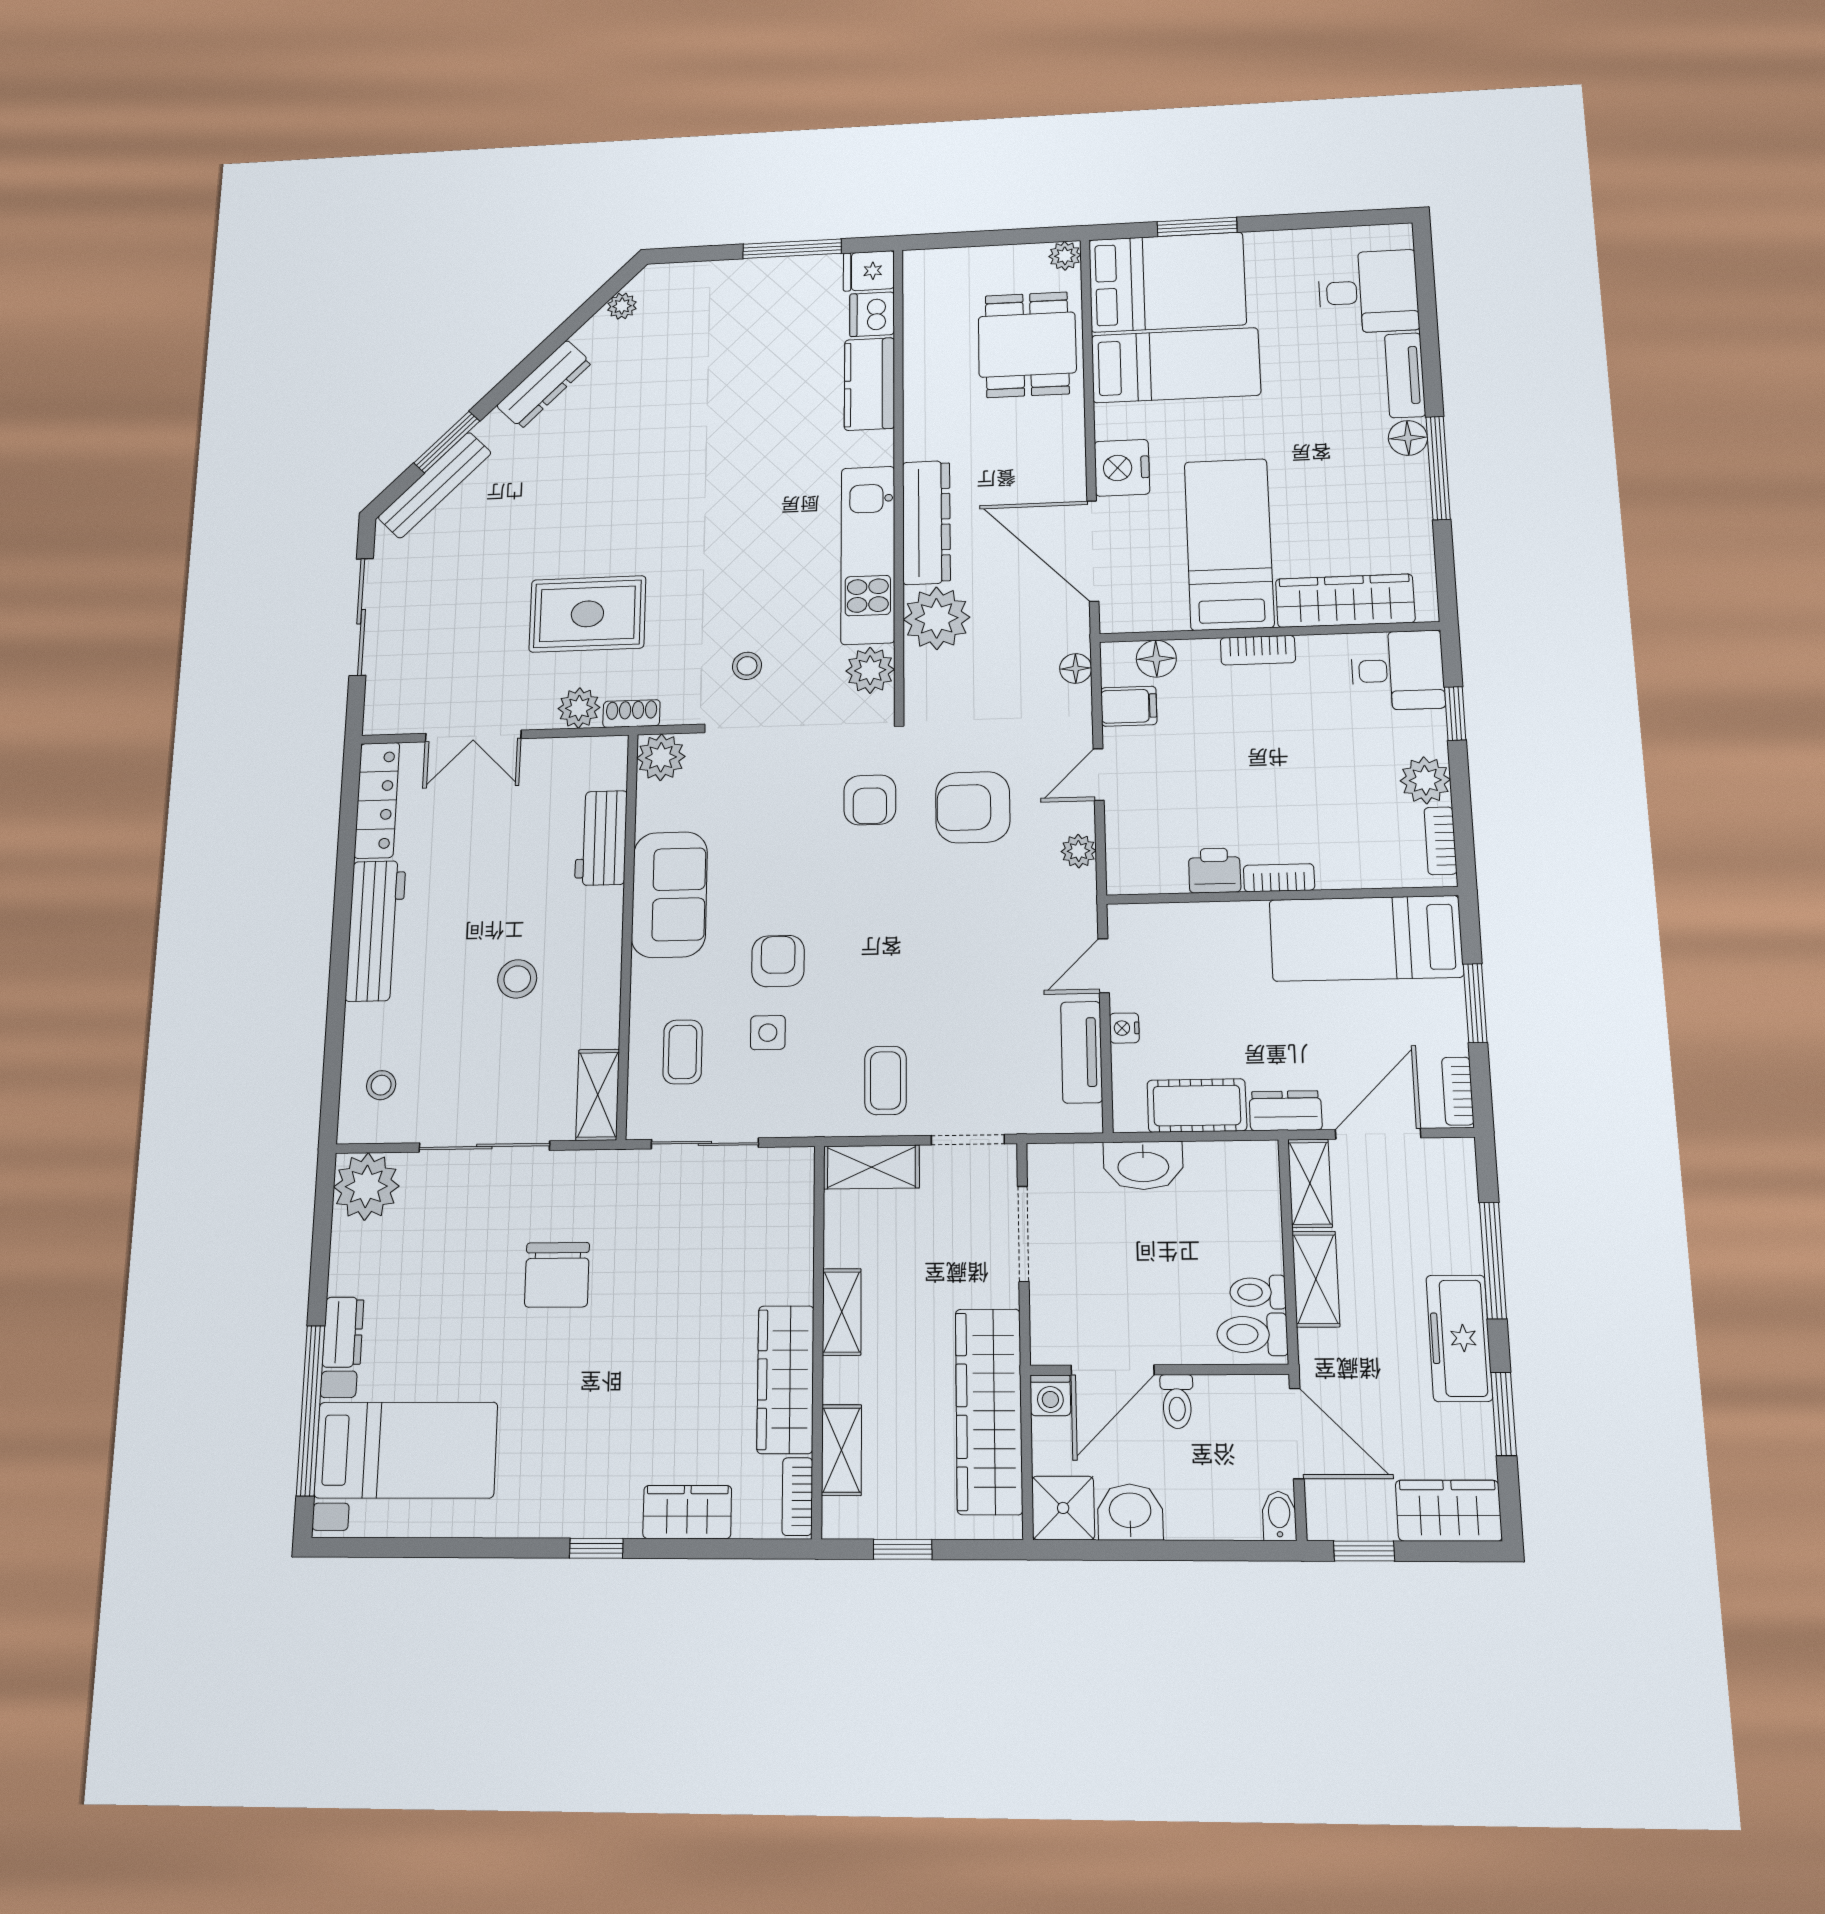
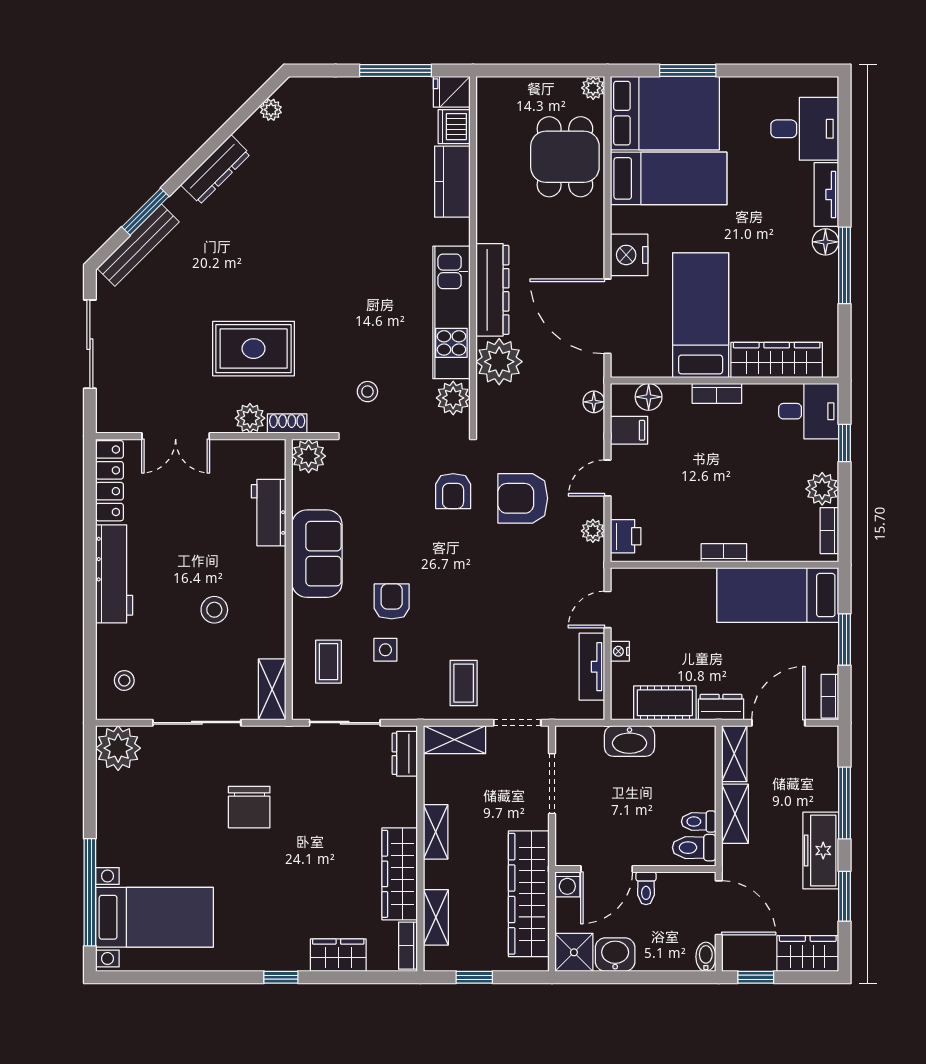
printer: (1215, 870) -> (626, 536), moved, turned 90
dresser: (343, 1332) -> (405, 754), moved, turned 180

